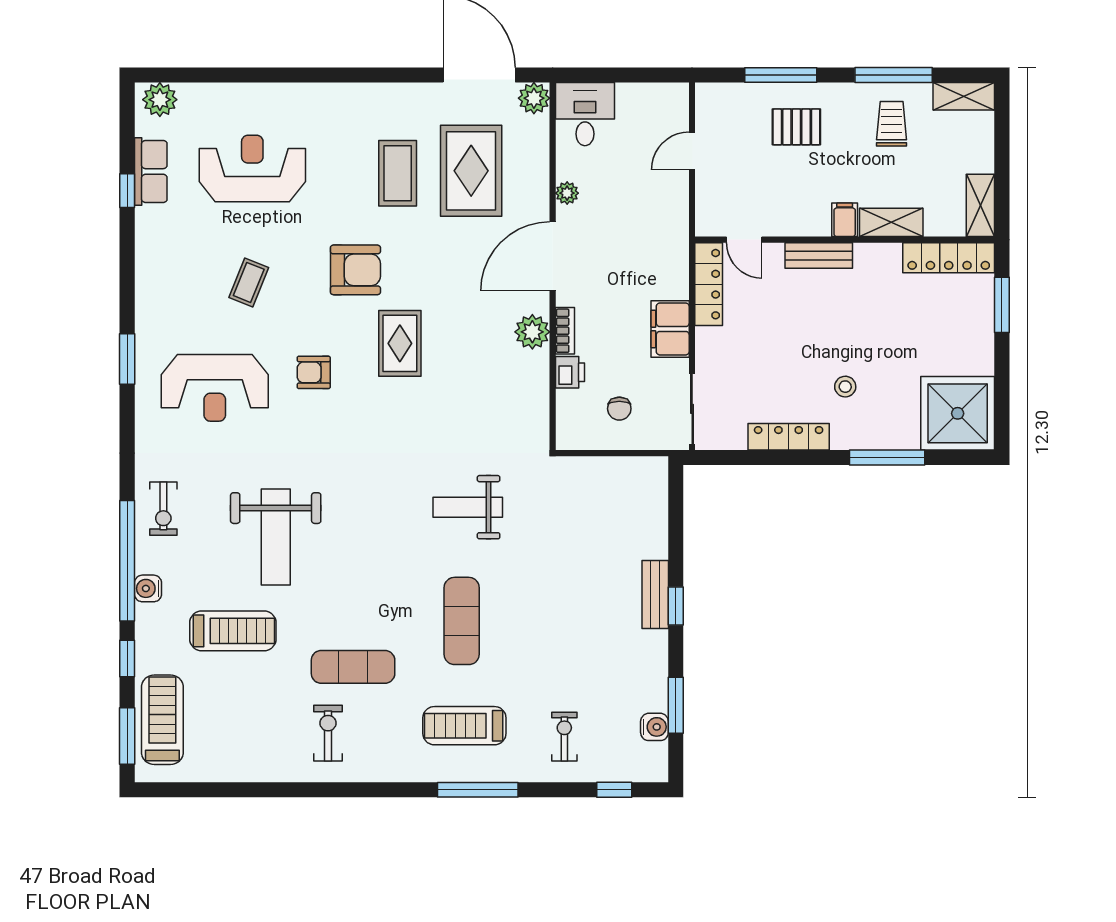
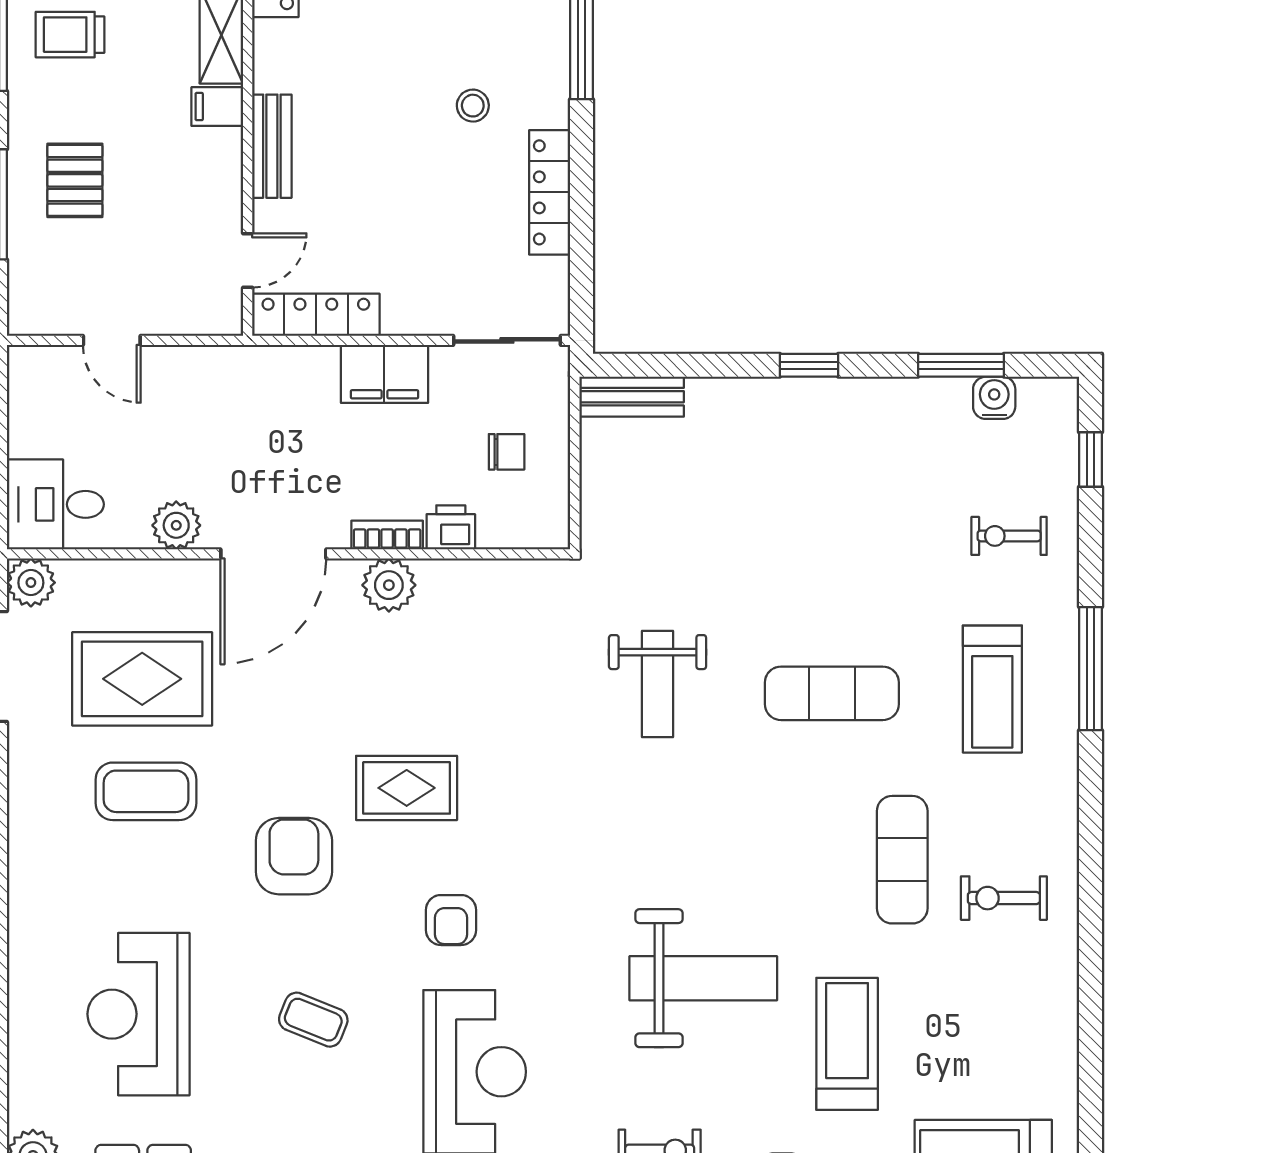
plant: (567, 193) -> (176, 525), width x1.38, depth x1.38
door: (553, 256) -> (273, 554), hinge flipped
bench: (655, 594) -> (632, 397), moved

